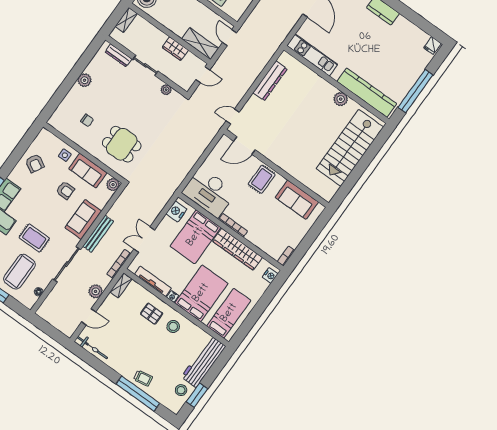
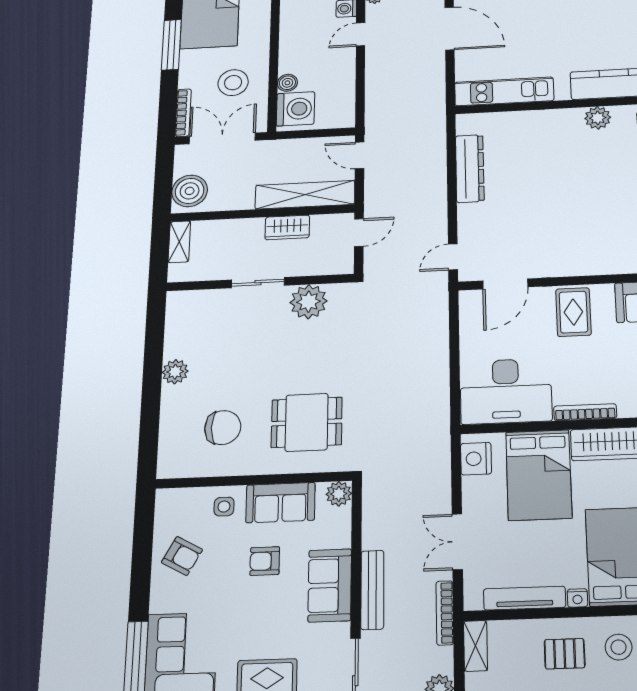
shelving: (200, 44) -> (305, 195), width x1.47
dresser: (118, 55) -> (204, 299), removed
plant: (166, 90) -> (309, 302), width x1.87, depth x1.87
chair: (87, 120) -> (223, 428), width x1.87, depth x1.87
armchair: (65, 190) -> (265, 561), turned 180

